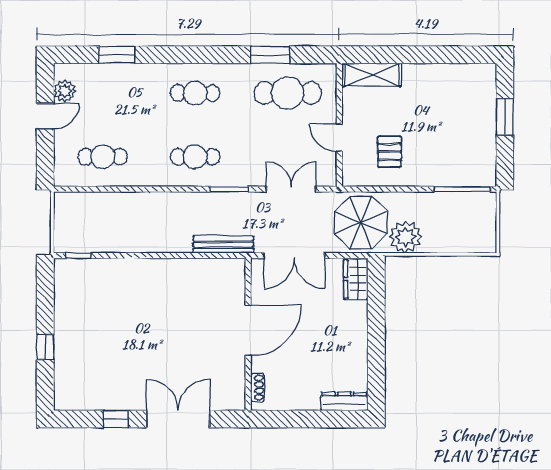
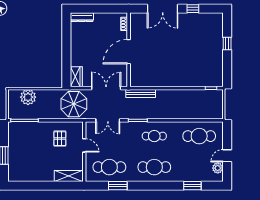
cafe table: (195, 93) -> (154, 167), width x1.37, depth x1.35
cafe table: (103, 157) -> (199, 136), width x1.37, depth x1.35
plant: (405, 237) -> (28, 97), moved

